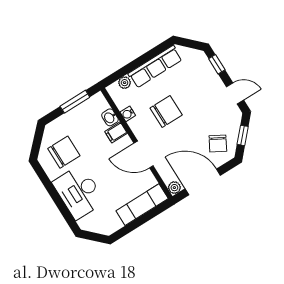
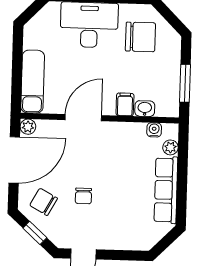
window: (217, 64) -> (126, 255), removed
chair: (166, 112) -> (83, 196), moved, width x0.54, depth x0.54
water cooler: (128, 114) -> (154, 130), moved
chair: (64, 152) -> (140, 37), turned -90

